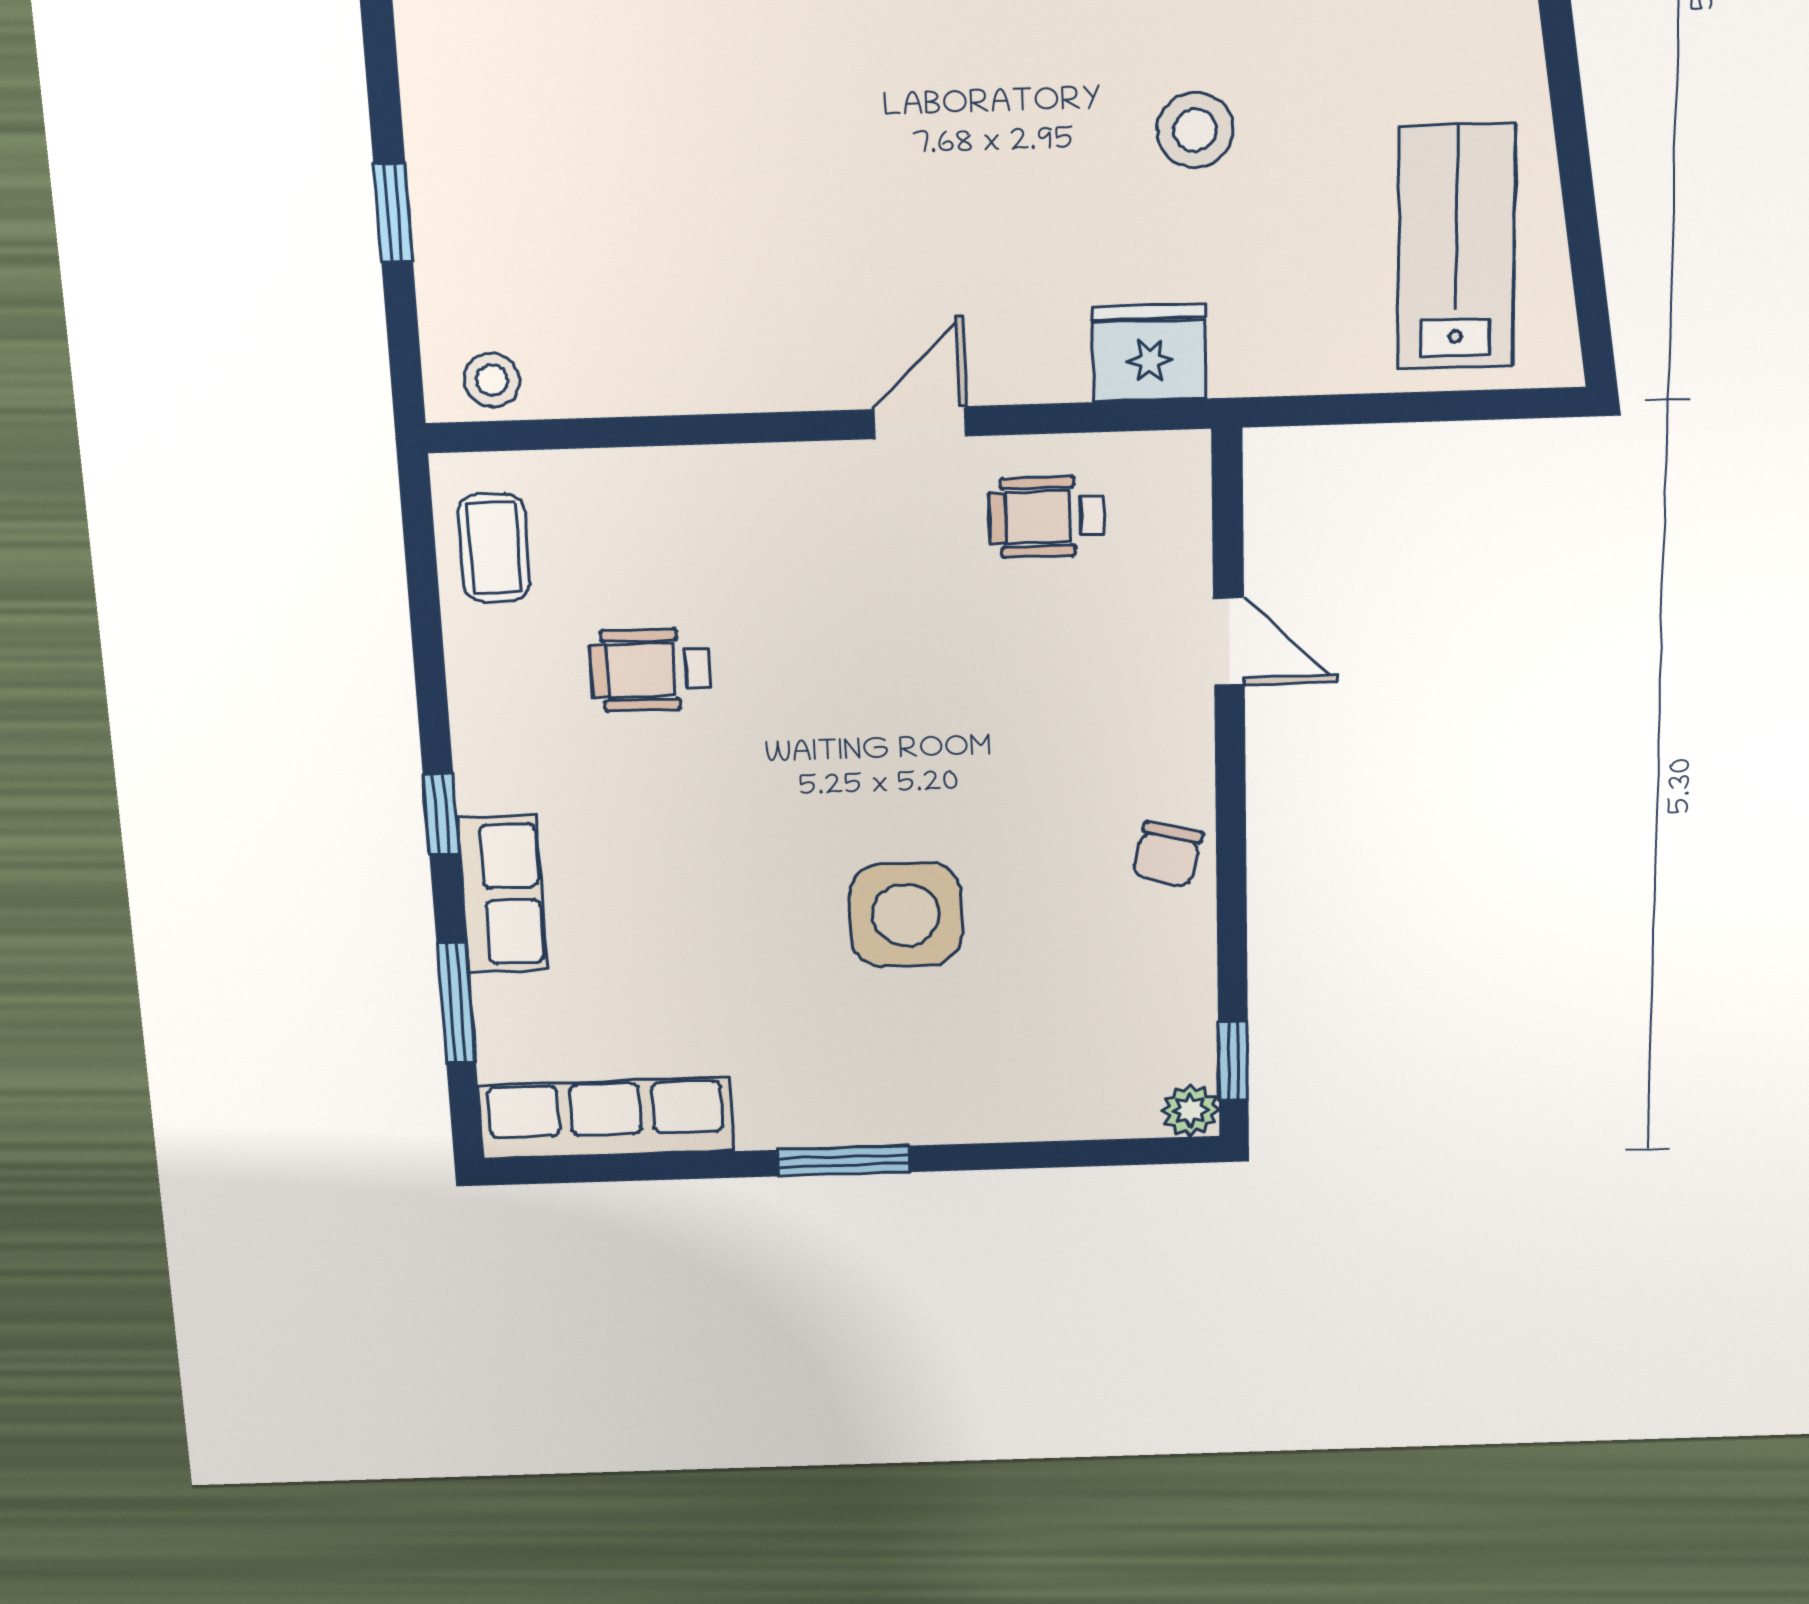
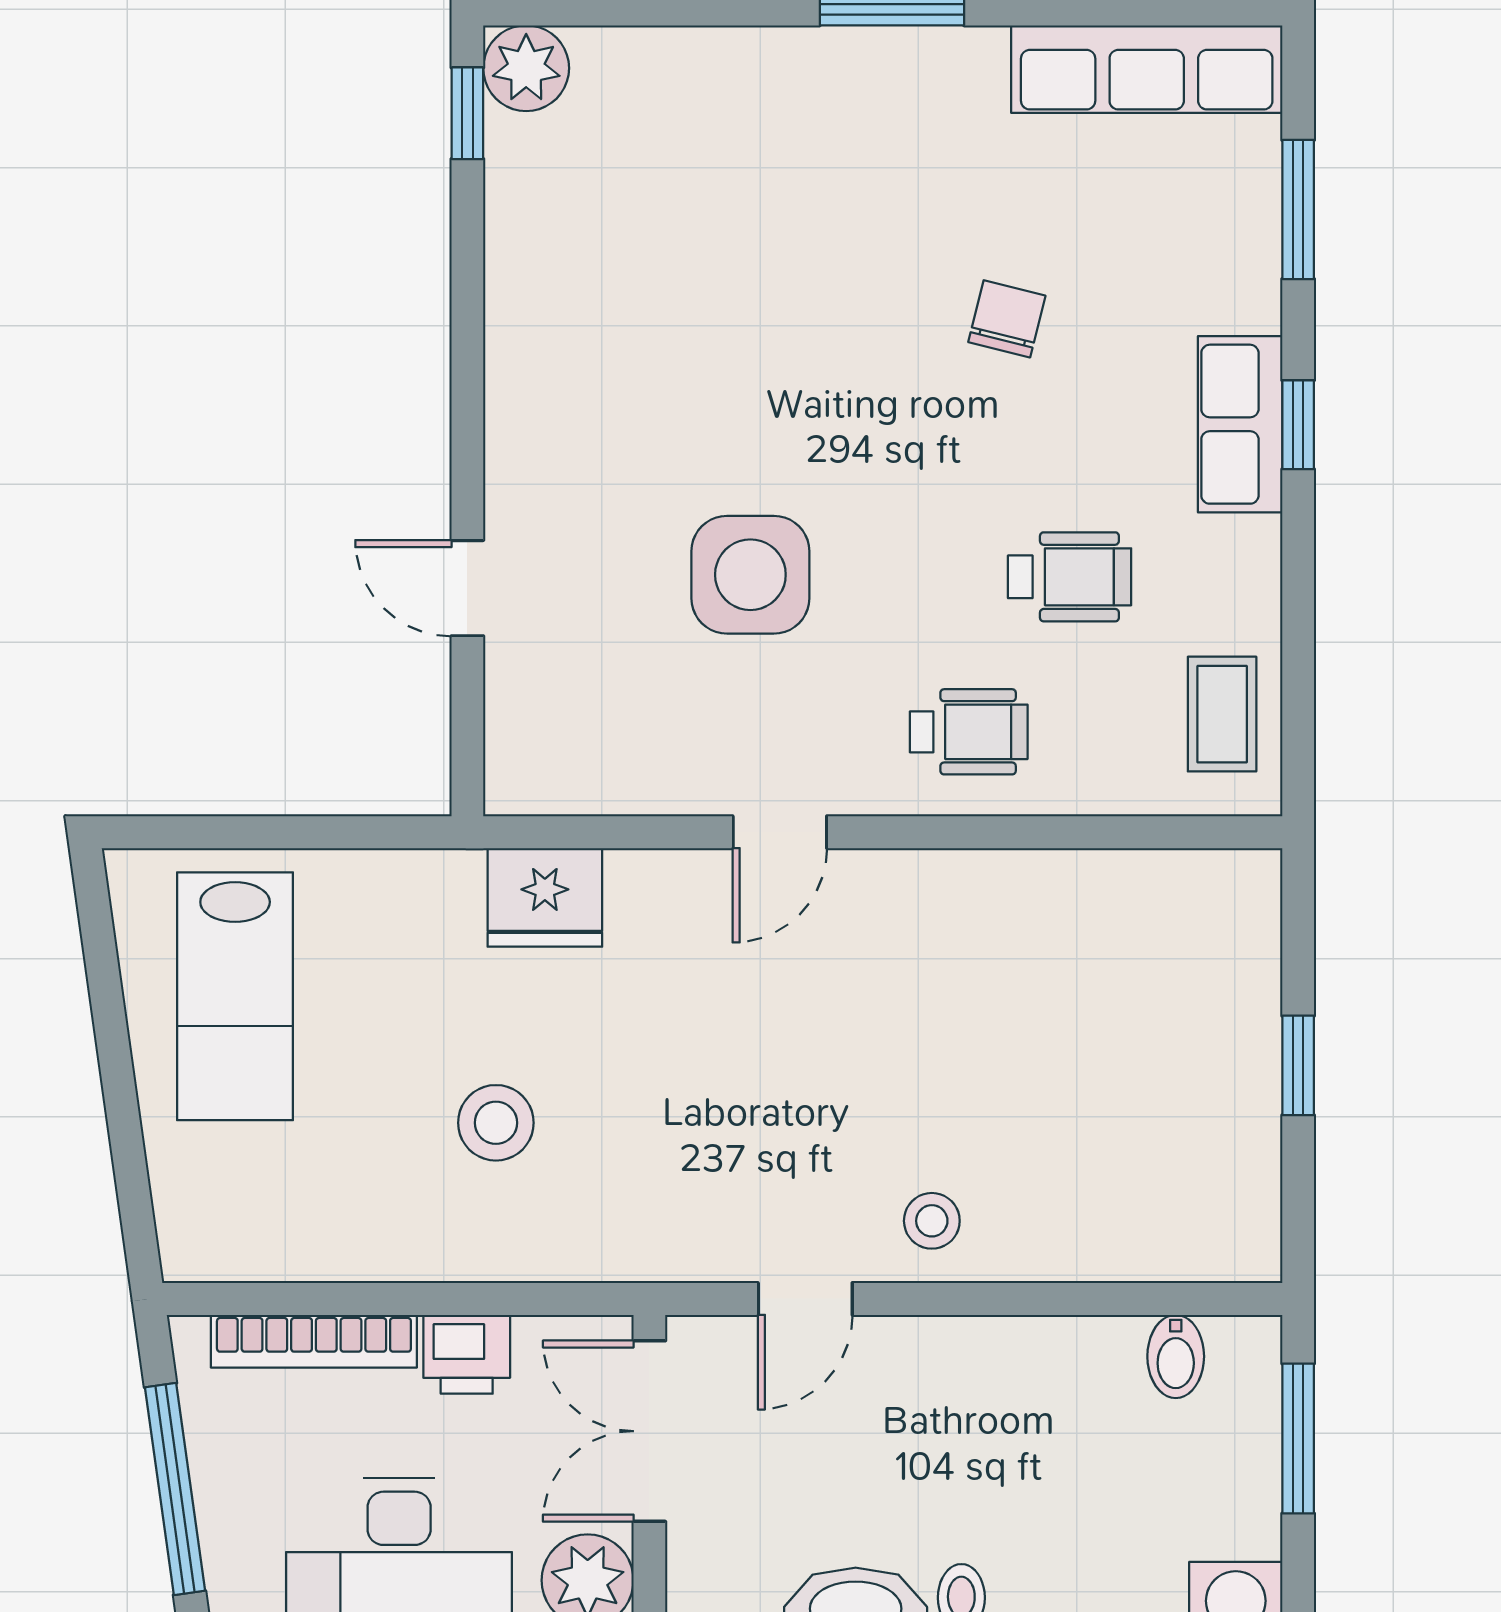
stool: (492, 380) -> (932, 1221), moved
wheelchair: (1047, 517) -> (969, 732), moved
chair: (1167, 854) -> (1007, 319), moved
row of seats: (503, 894) -> (1240, 424), moved
side table: (906, 915) -> (750, 575), moved
plant: (1190, 1110) -> (526, 68), width x1.38, depth x1.38

